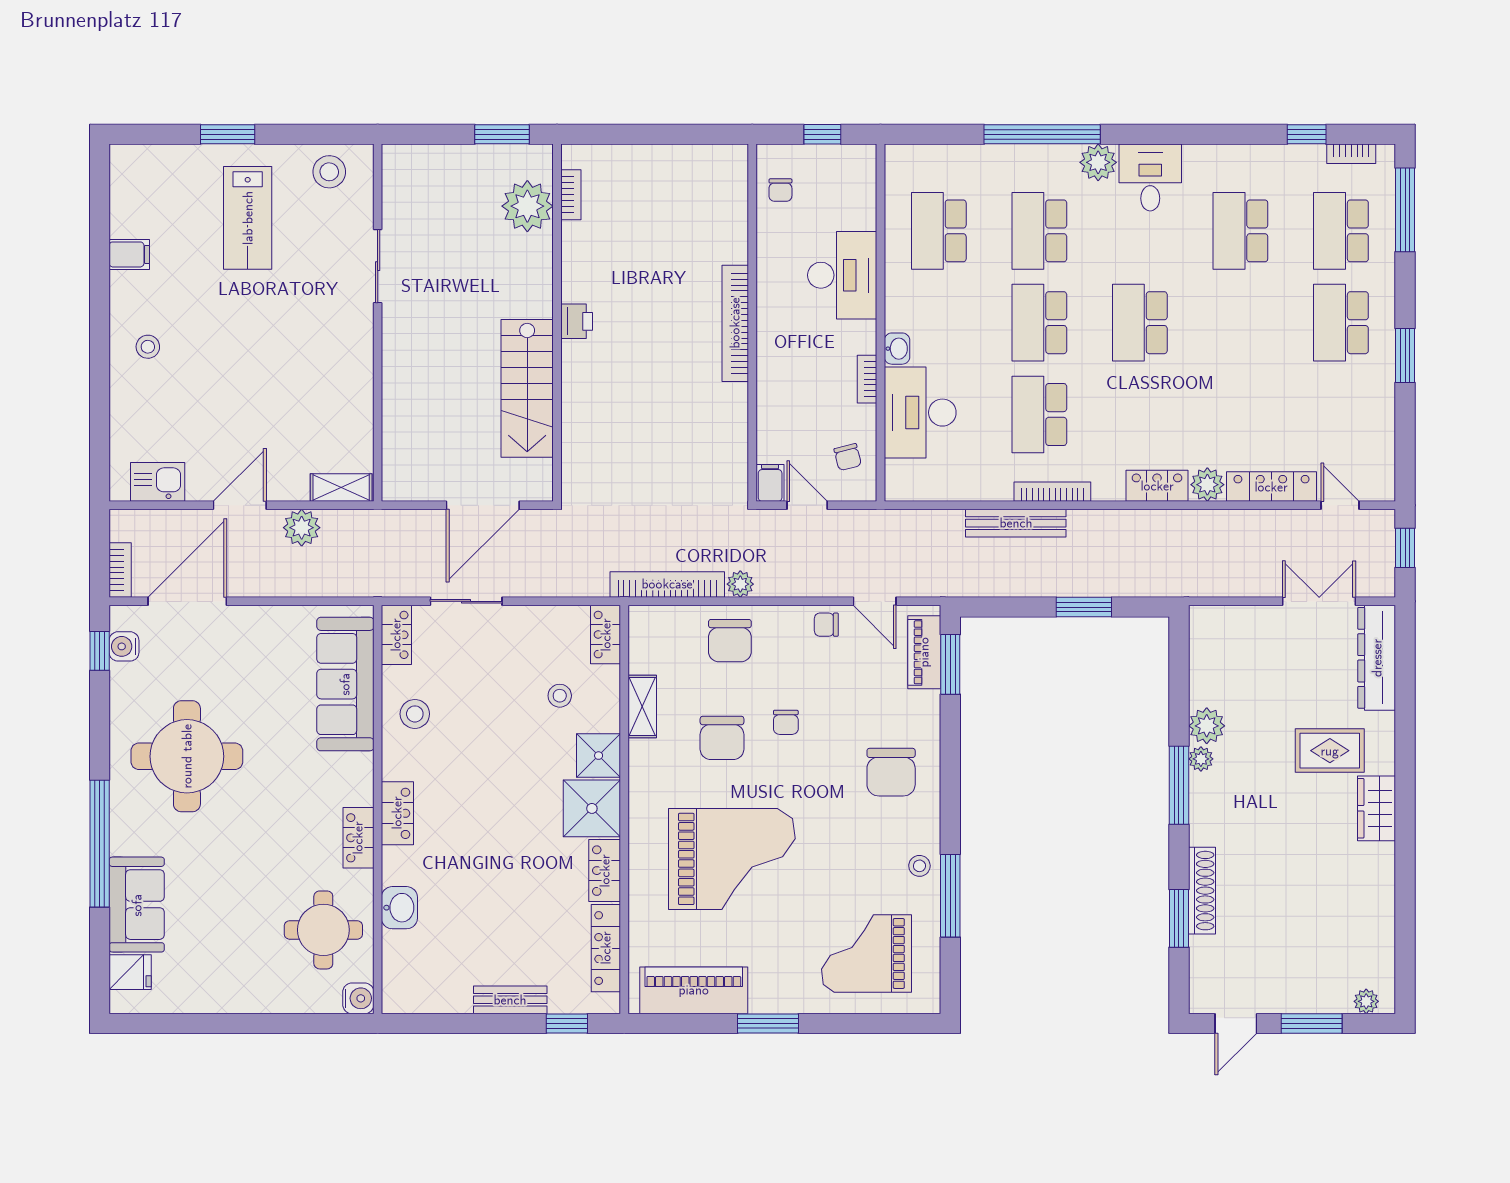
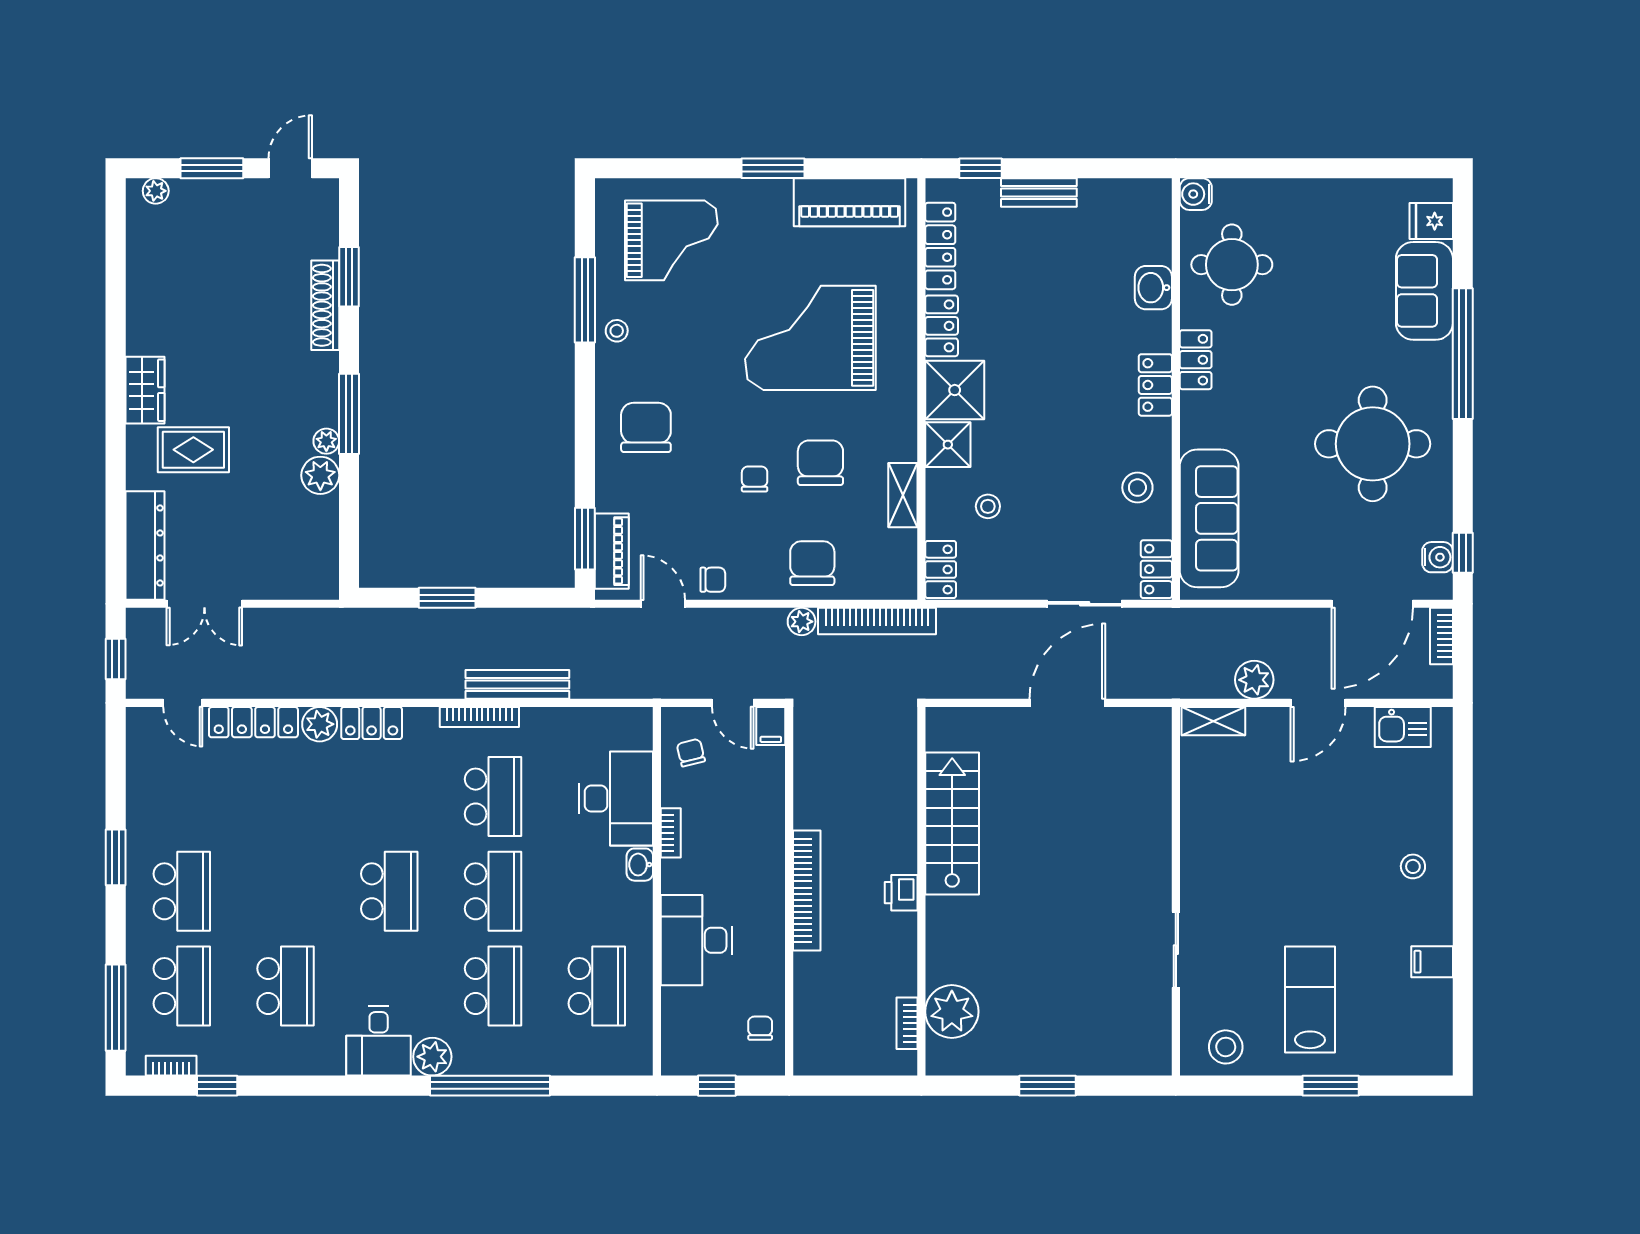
bookcase: (571, 195) -> (907, 1023), moved
plant: (527, 206) -> (952, 1012), moved
printer: (577, 321) -> (901, 893), moved
wall: (557, 323) -> (921, 891), moved
stairs: (527, 388) -> (952, 823), moved

